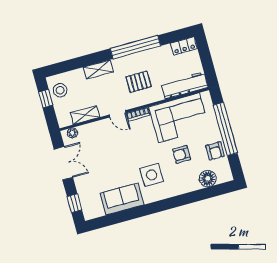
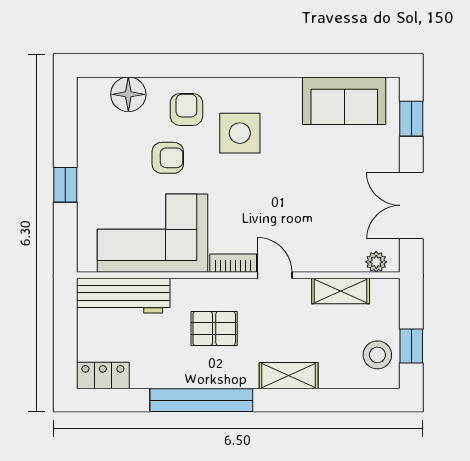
window: (225, 129) -> (65, 185), width x0.32
armchair: (215, 151) -> (186, 109), moved
sofa: (122, 199) -> (344, 101), moved

